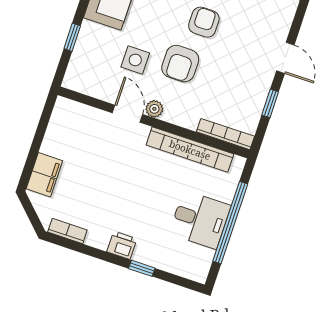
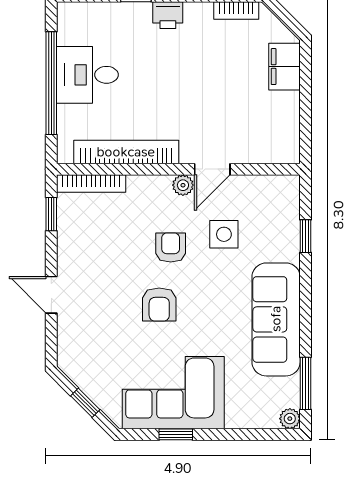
armchair: (180, 64) -> (171, 247), width x0.72, depth x0.72
window: (270, 103) -> (51, 214), moved
door: (127, 114) -> (212, 169), hinge flipped

